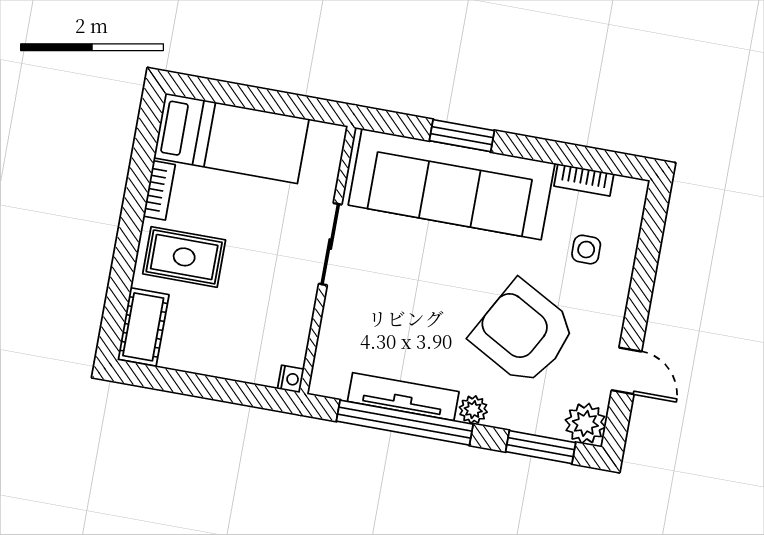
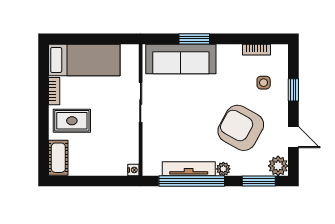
sofa: (452, 184) -> (181, 59), width x0.74, depth x0.79
window: (644, 275) -> (293, 90), added

